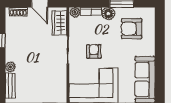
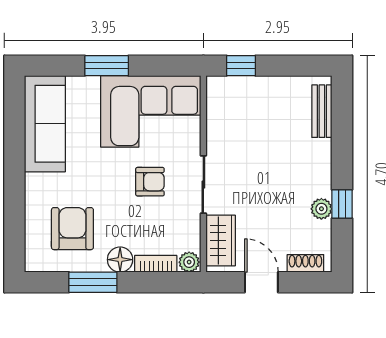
armchair: (132, 29) -> (72, 229), turned -90
armchair: (94, 51) -> (150, 182), turned -90
plant: (10, 67) -> (321, 209), moved

